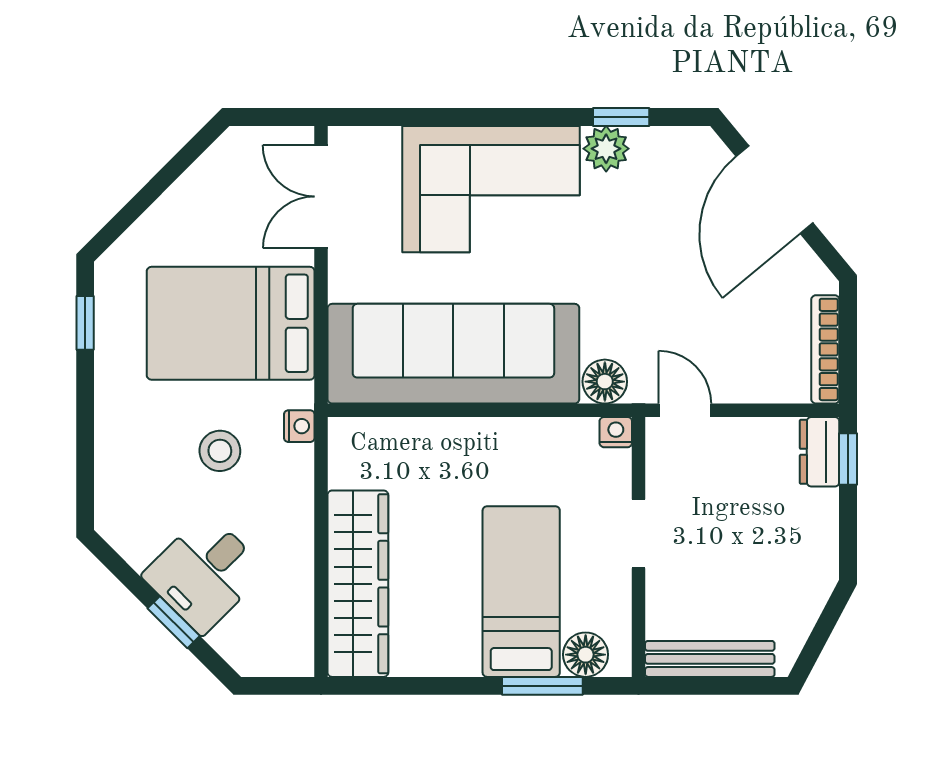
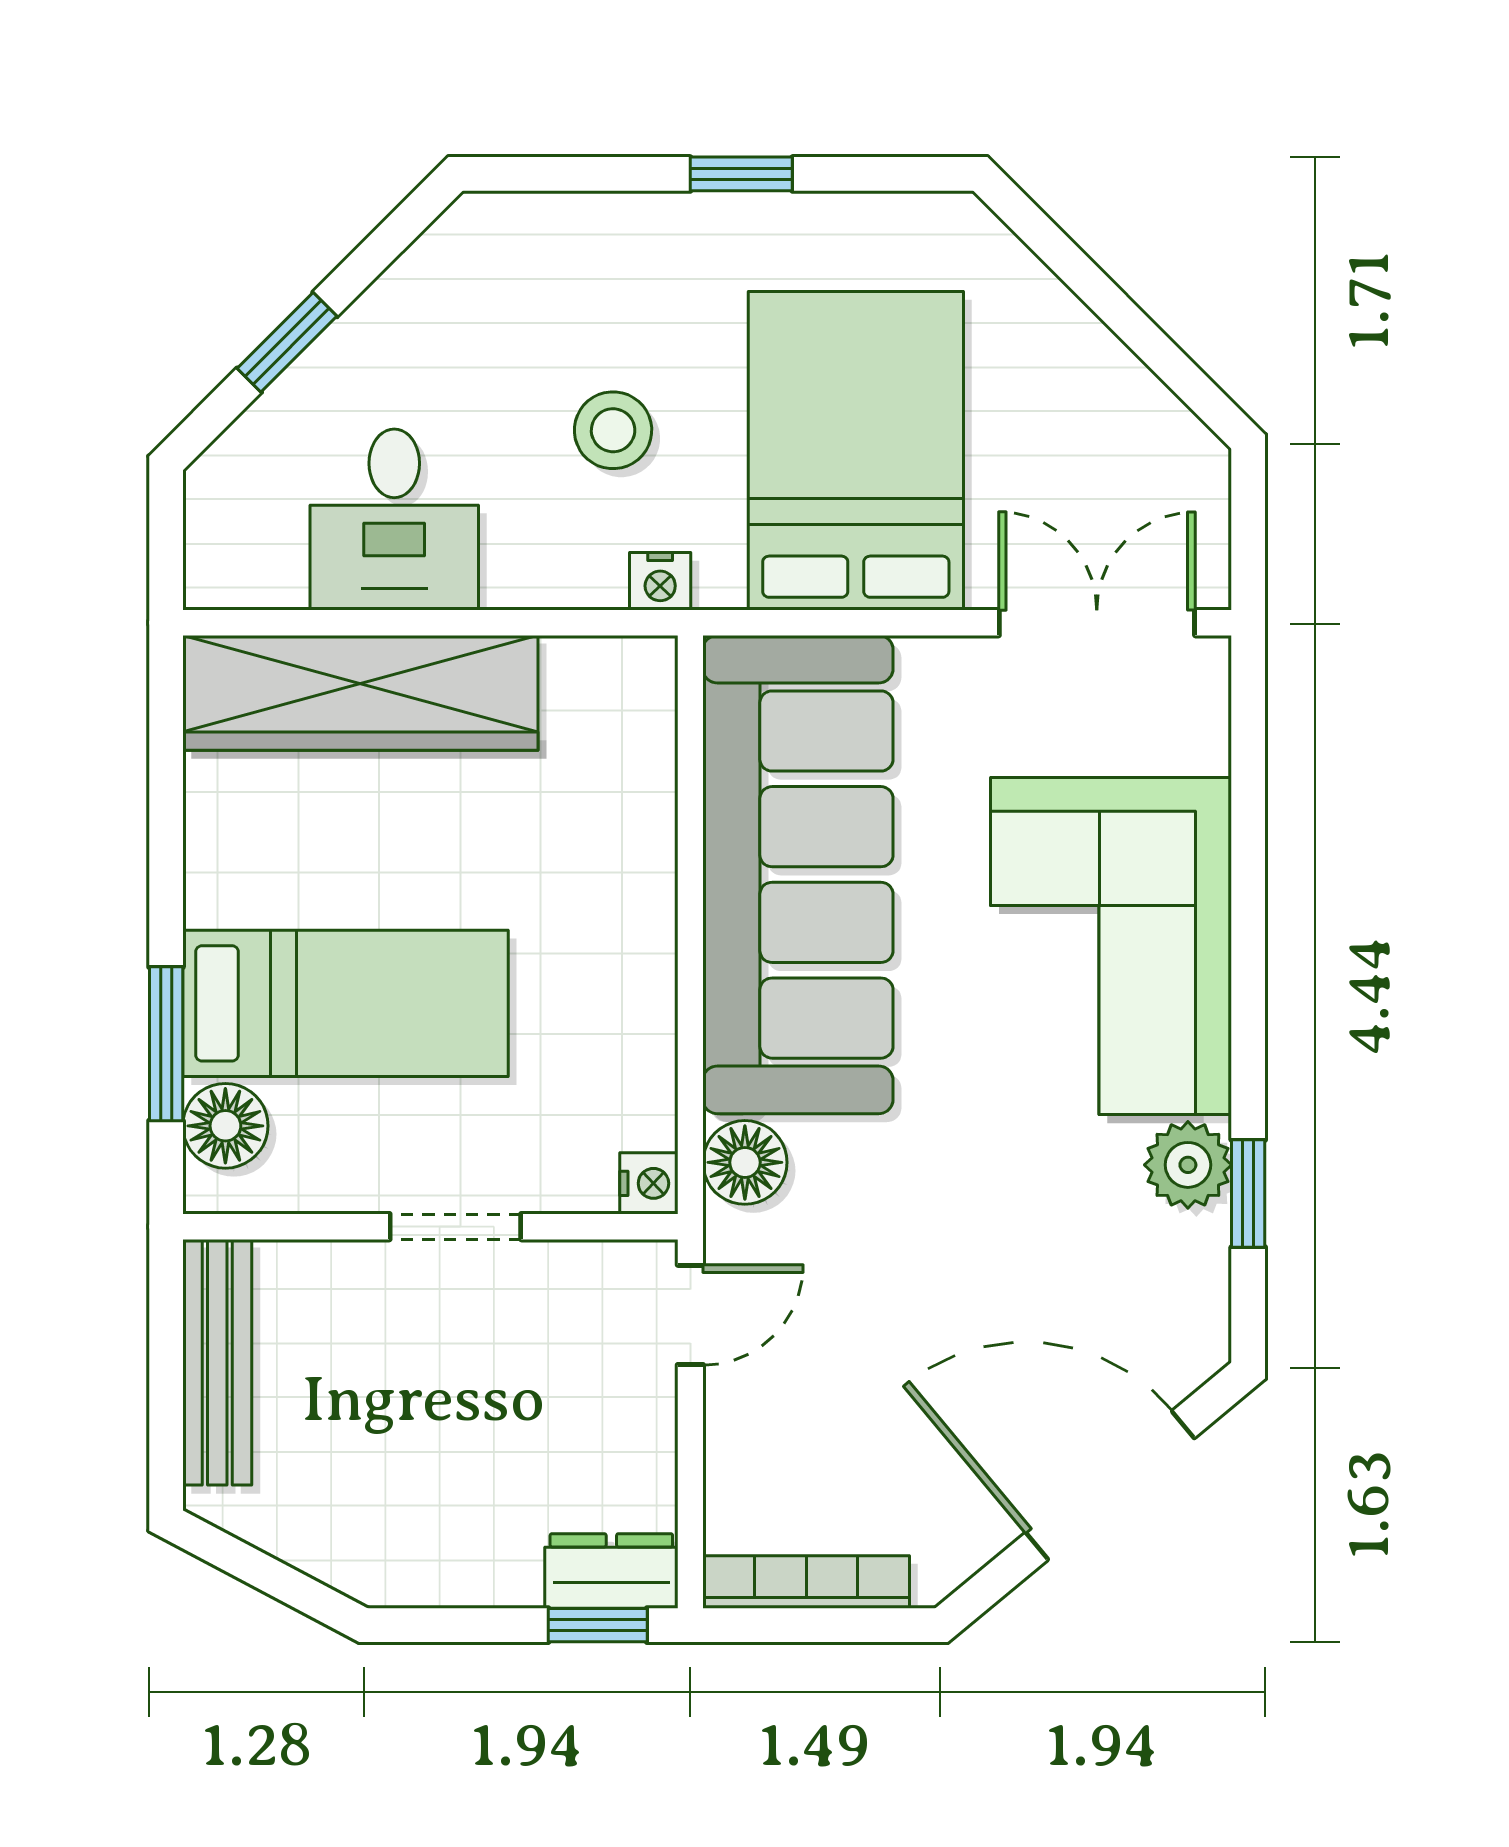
window: (85, 323) -> (741, 174), moved
desk: (204, 573) -> (394, 520), moved, turned -135

